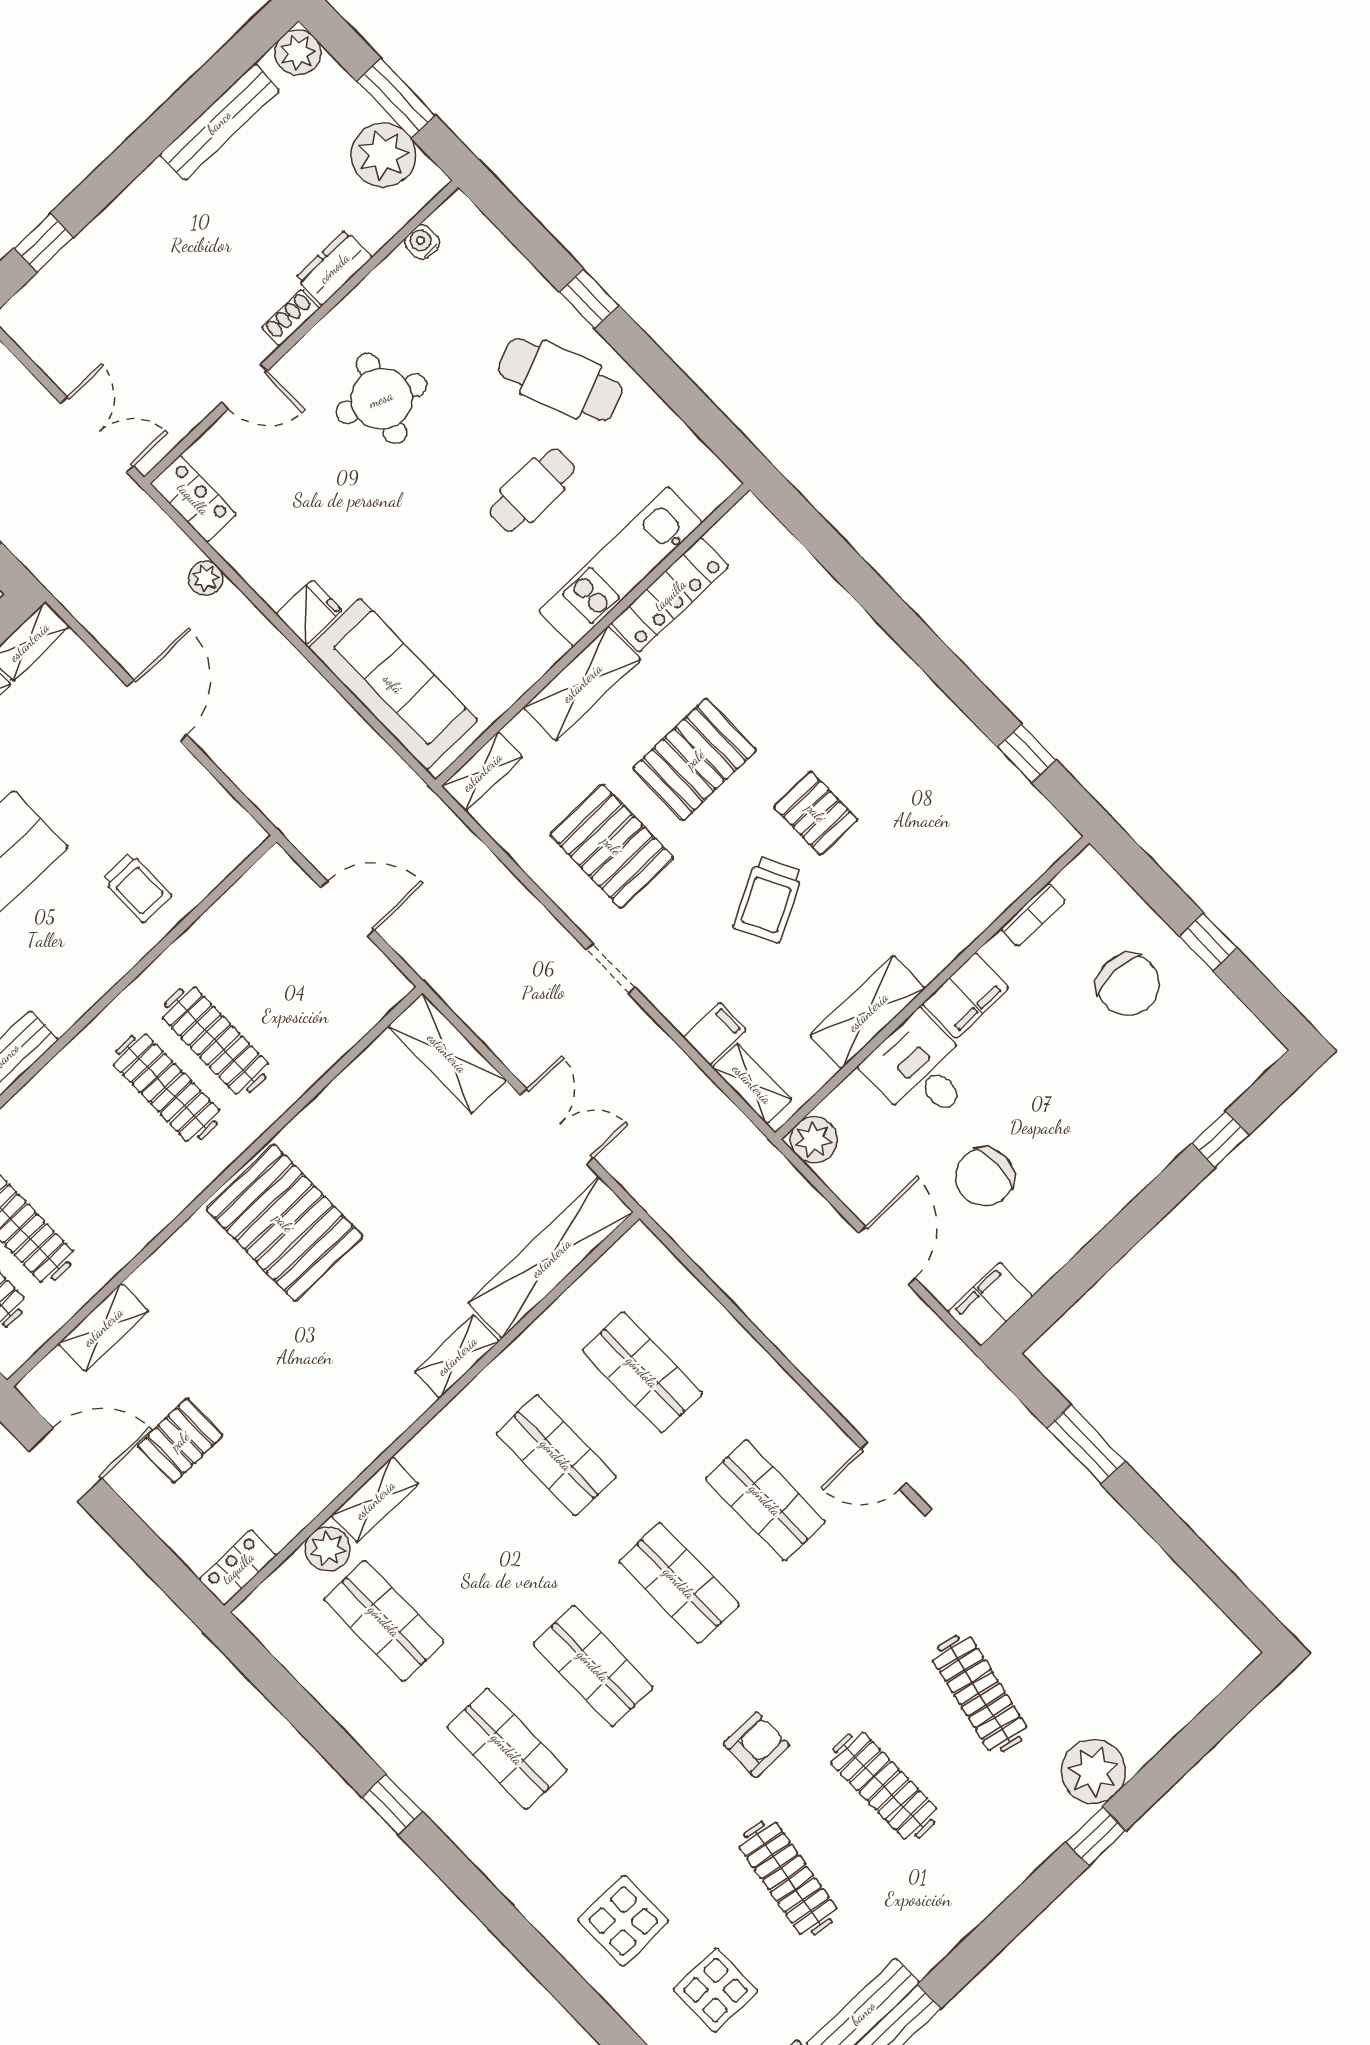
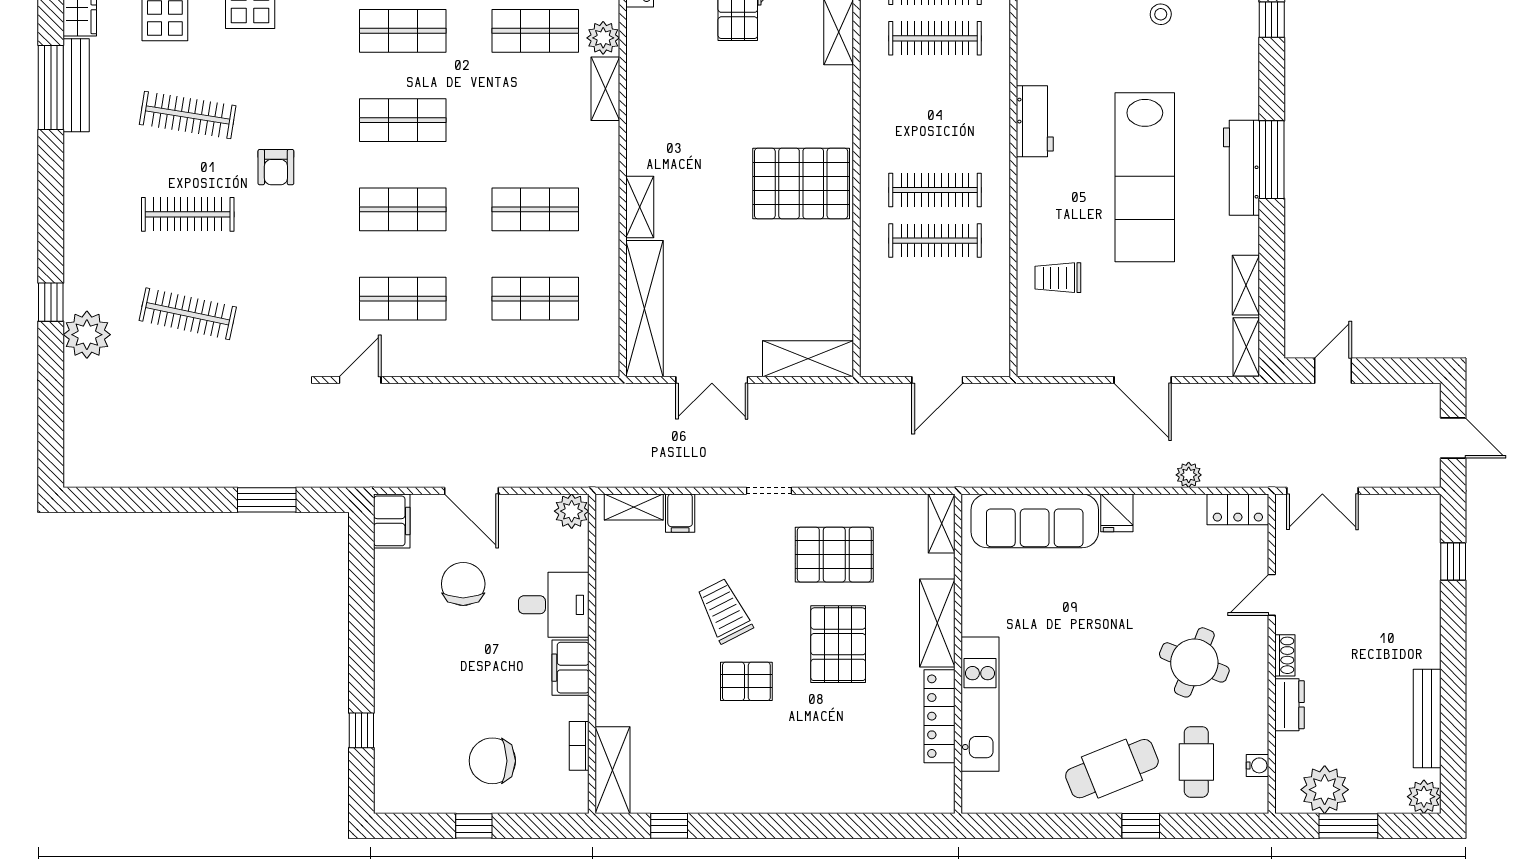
cafe table: (532, 490) -> (1196, 762), moved
shelving: (868, 1012) -> (613, 770), moved

